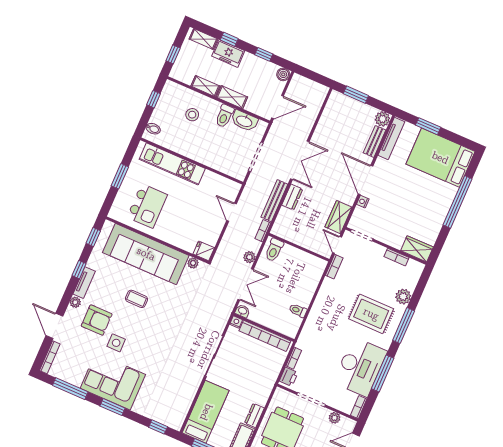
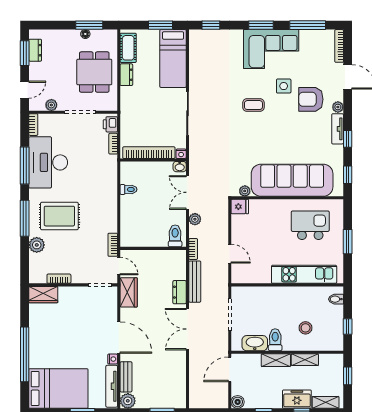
nightstand: (363, 202) -> (113, 359), moved
kitchen island: (147, 206) -> (310, 225), turned 90
coffee table: (137, 299) -> (253, 105), moved

